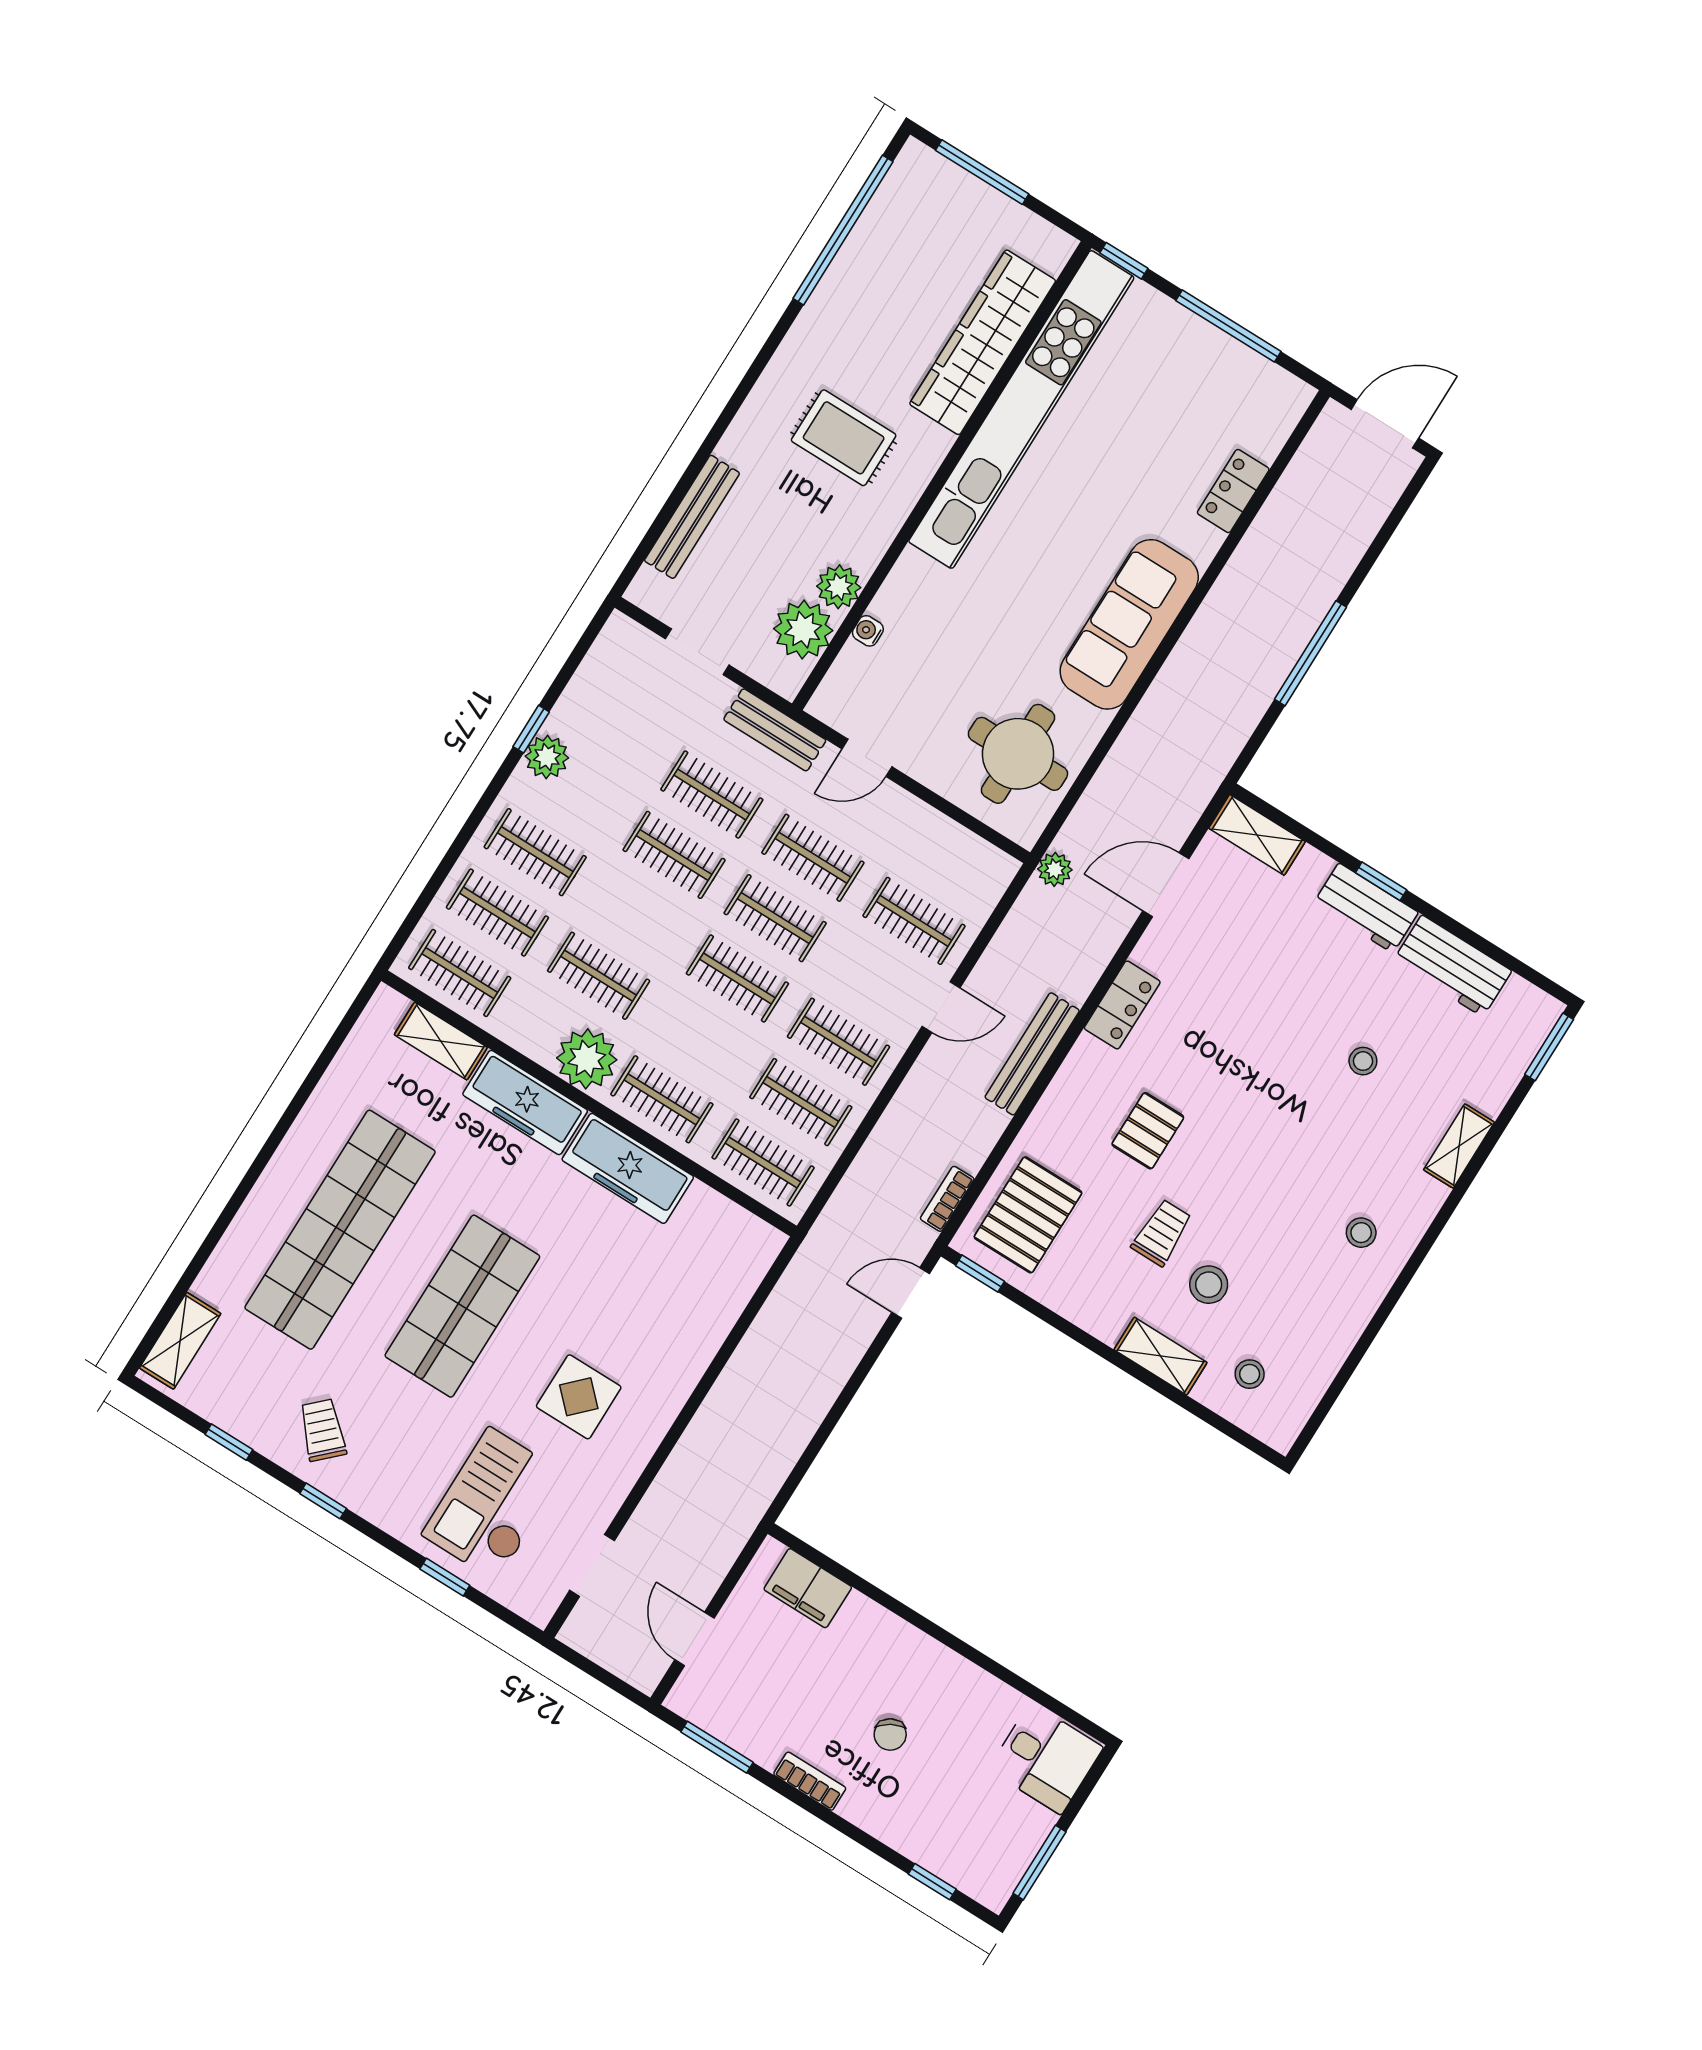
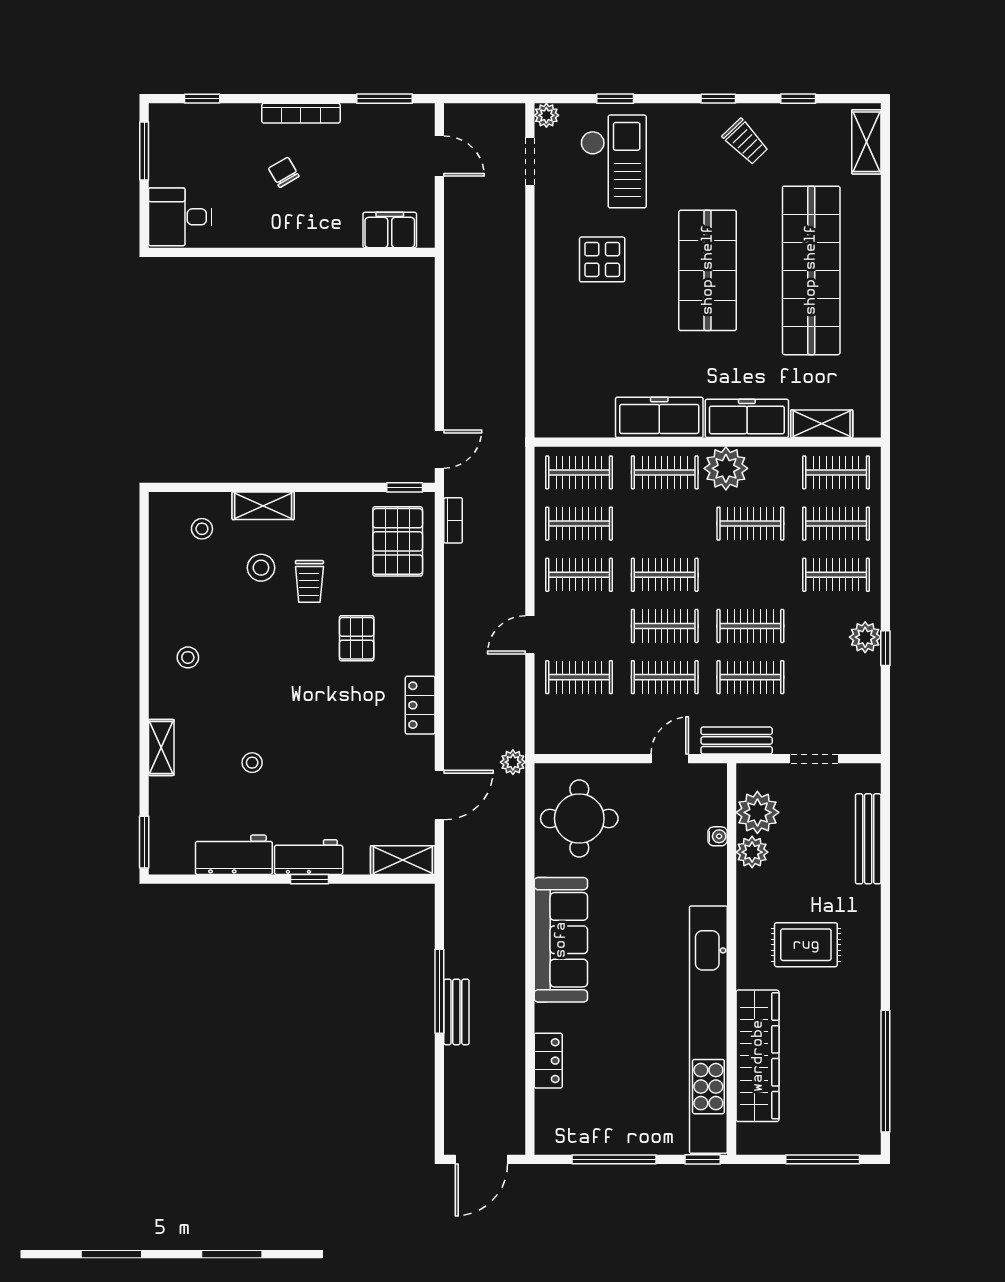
bench: (1032, 1054) -> (456, 1012), moved, width x0.73
plant: (538, 1608) -> (546, 115), added
bookcase: (810, 1781) -> (301, 113), width x1.56

